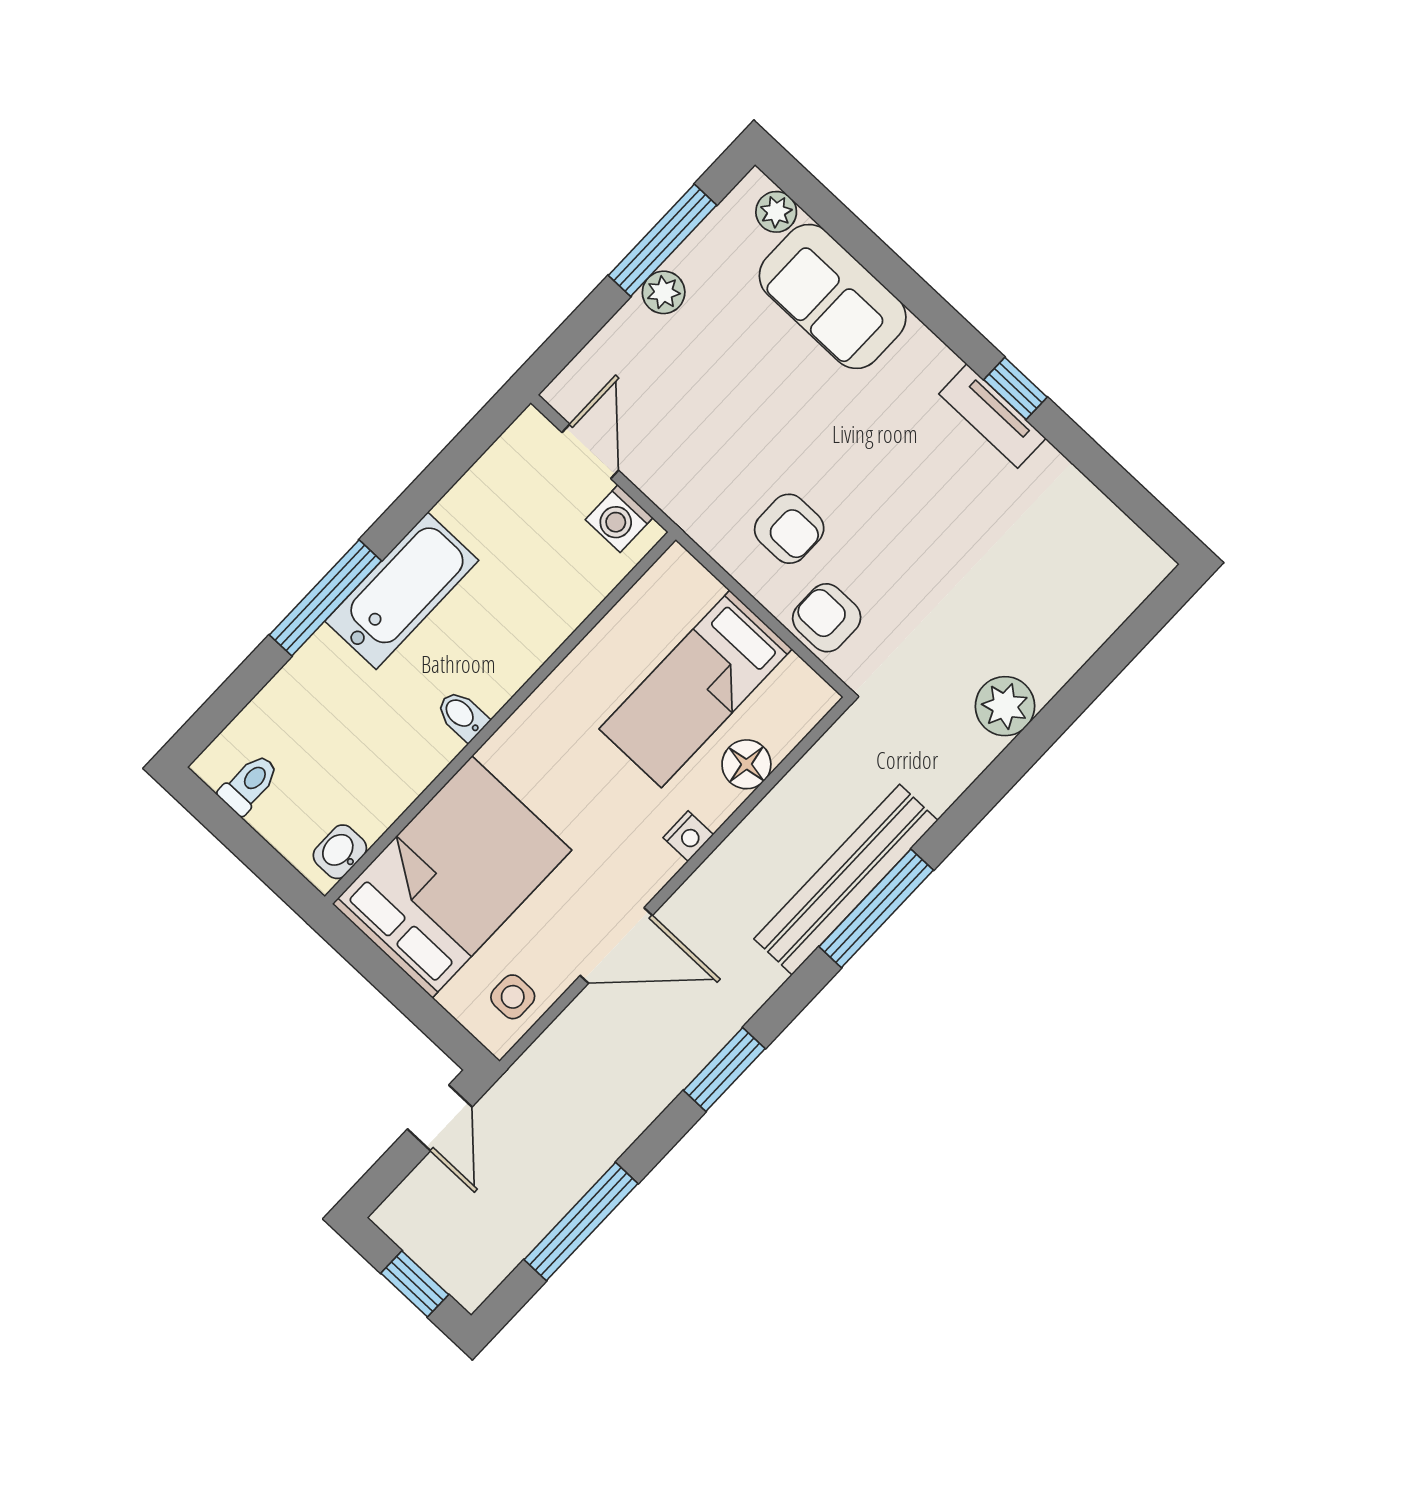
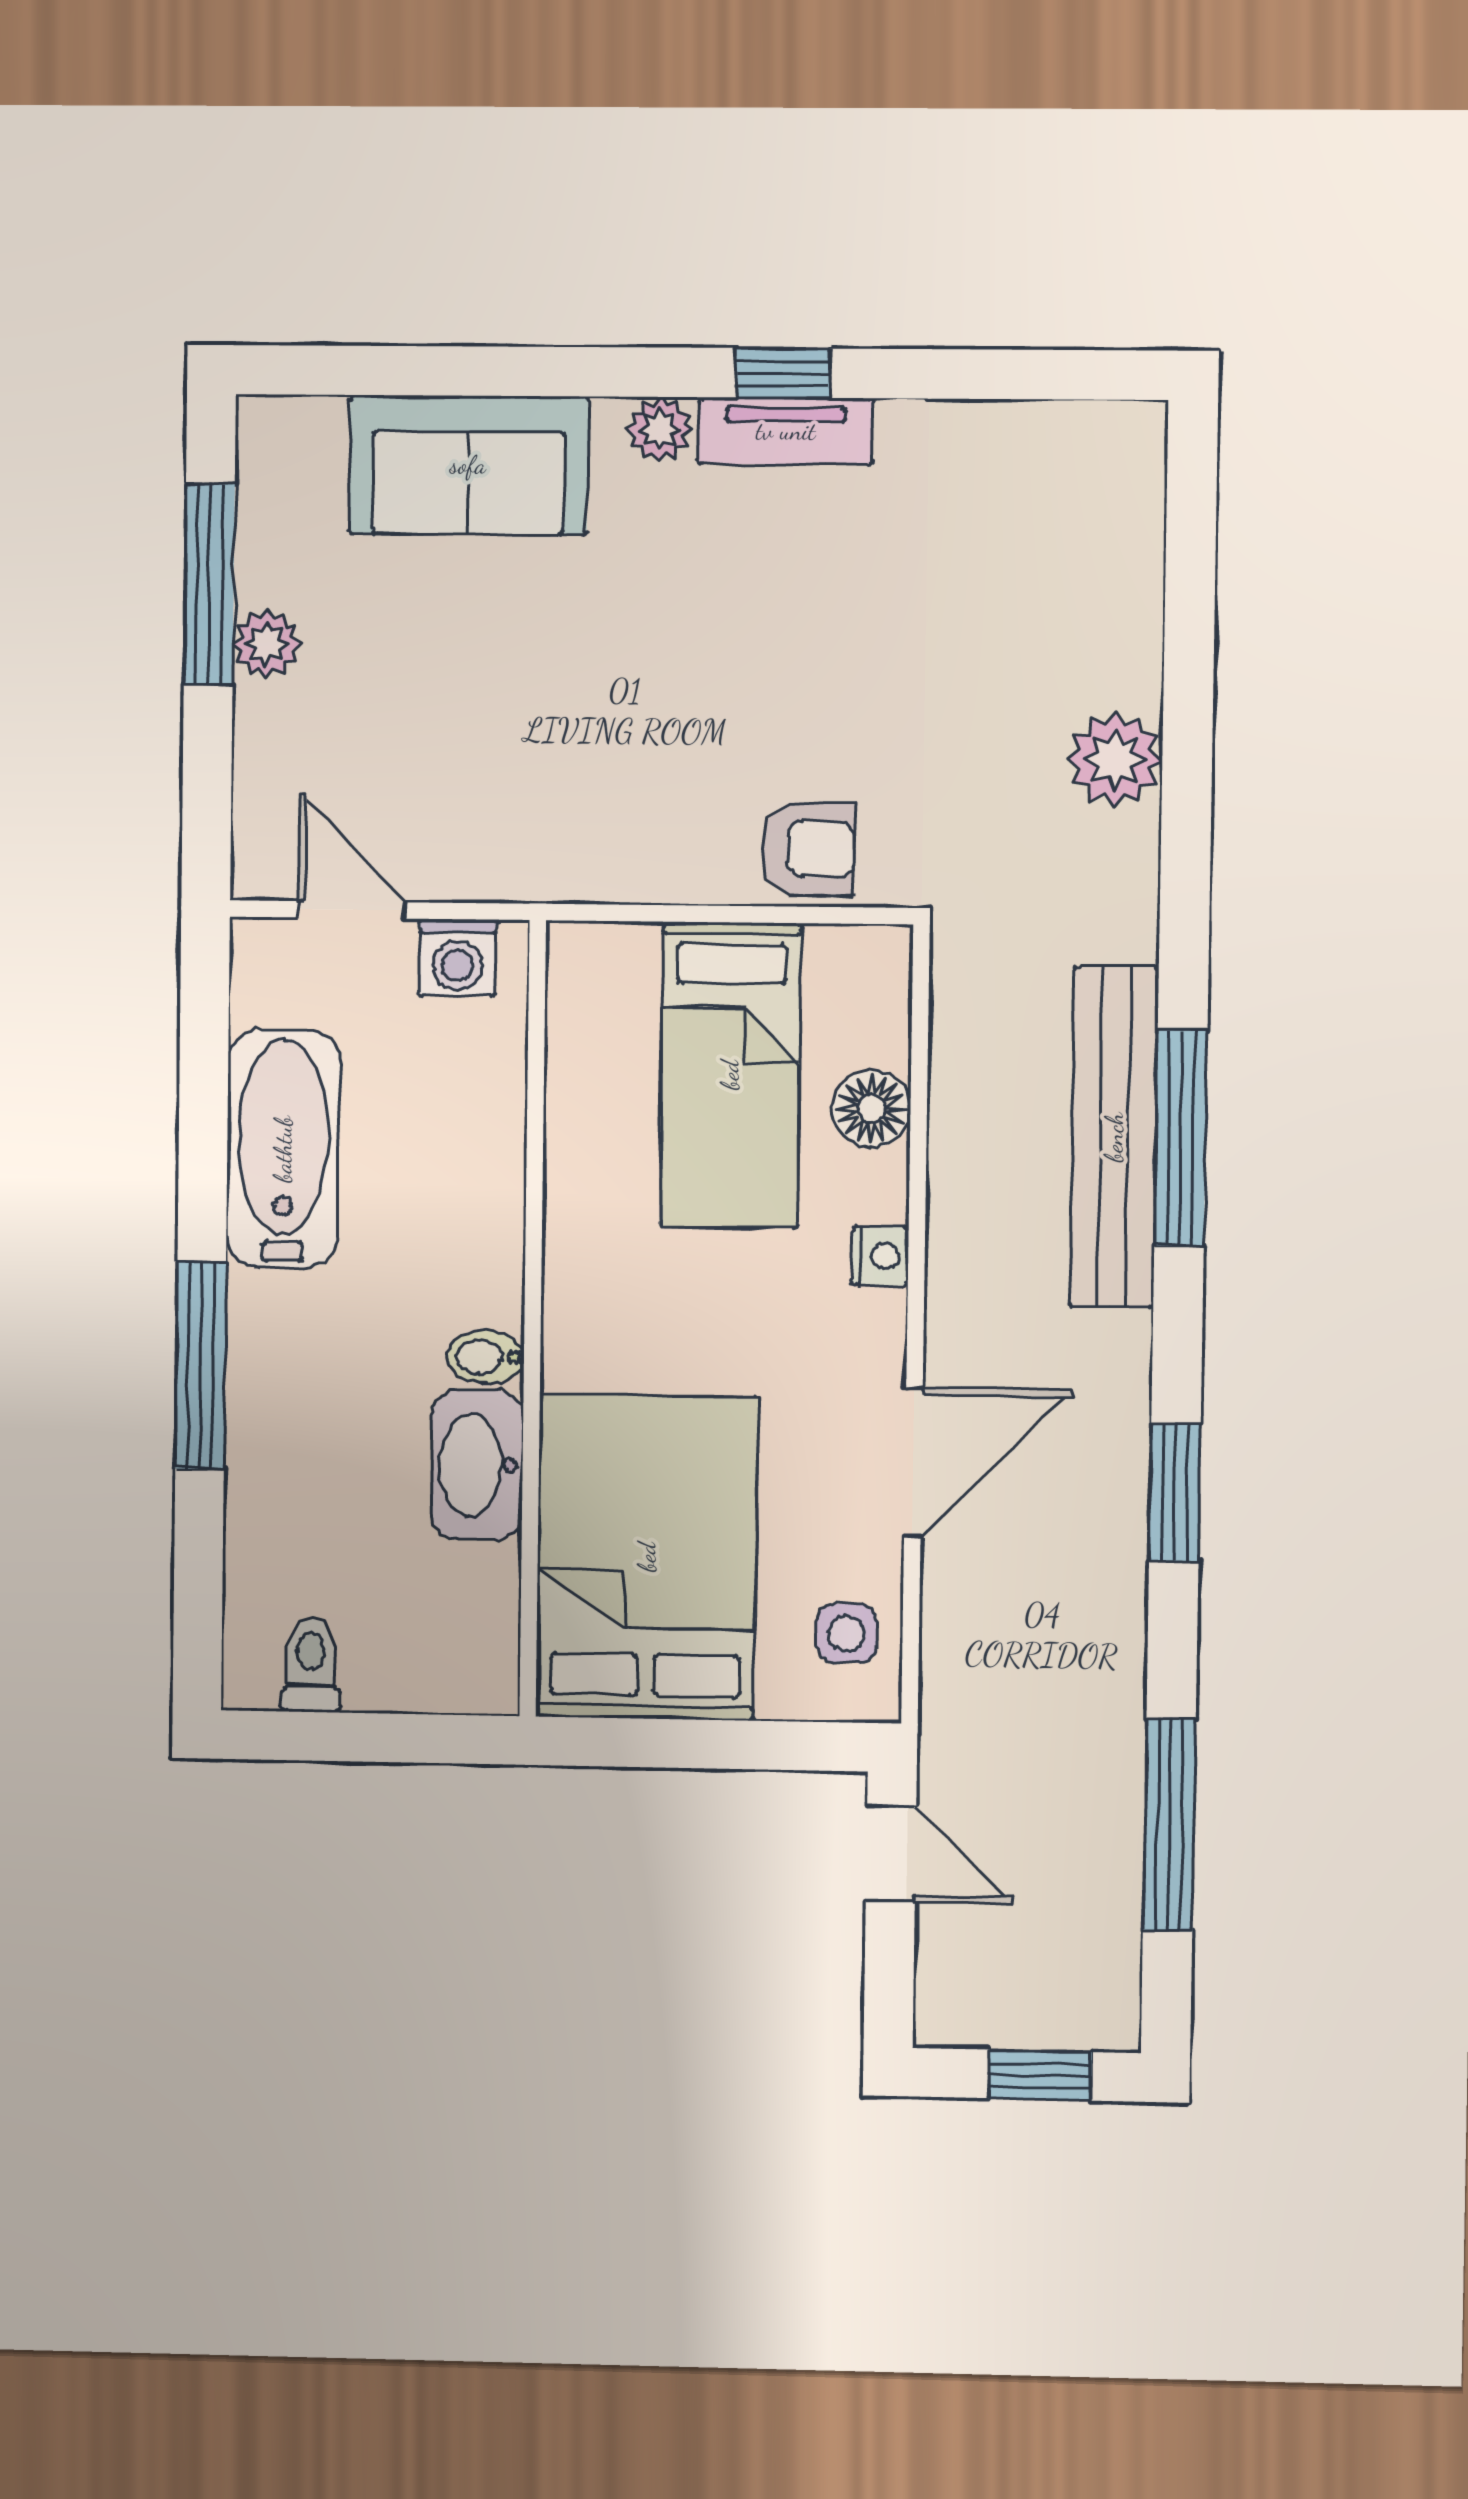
plant: (776, 212) -> (660, 430), moved
armchair: (789, 529) -> (668, 785), removed
bathtub: (402, 591) -> (283, 1149), moved
armchair: (827, 618) -> (808, 849), turned 180
washbasin: (340, 852) -> (477, 1465), moved, width x1.91, depth x1.45

